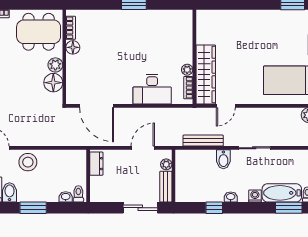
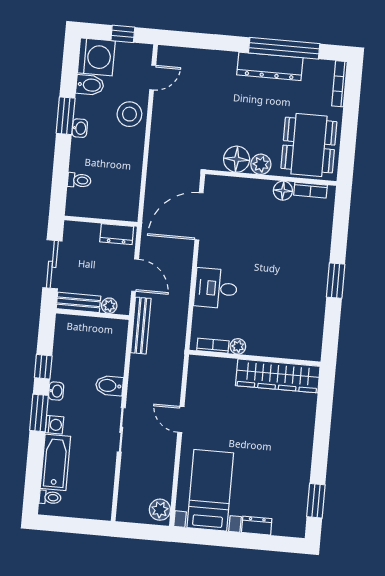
wardrobe: (206, 75) -> (278, 376), moved
desk: (152, 89) -> (216, 288), width x0.73
door: (226, 106) -> (181, 419), moved
bench: (203, 141) -> (141, 326), moved
dresser: (96, 164) -> (117, 234), moved
wall: (88, 176) -> (101, 221), moved
washbasin: (66, 197) -> (80, 128), moved
window: (289, 208) -> (39, 413), moved

